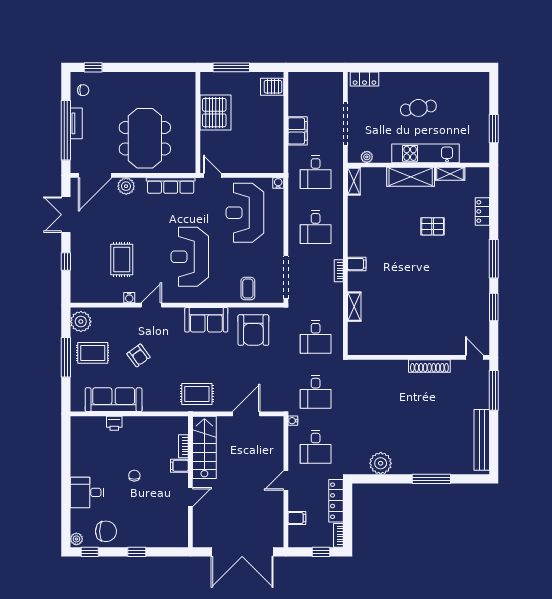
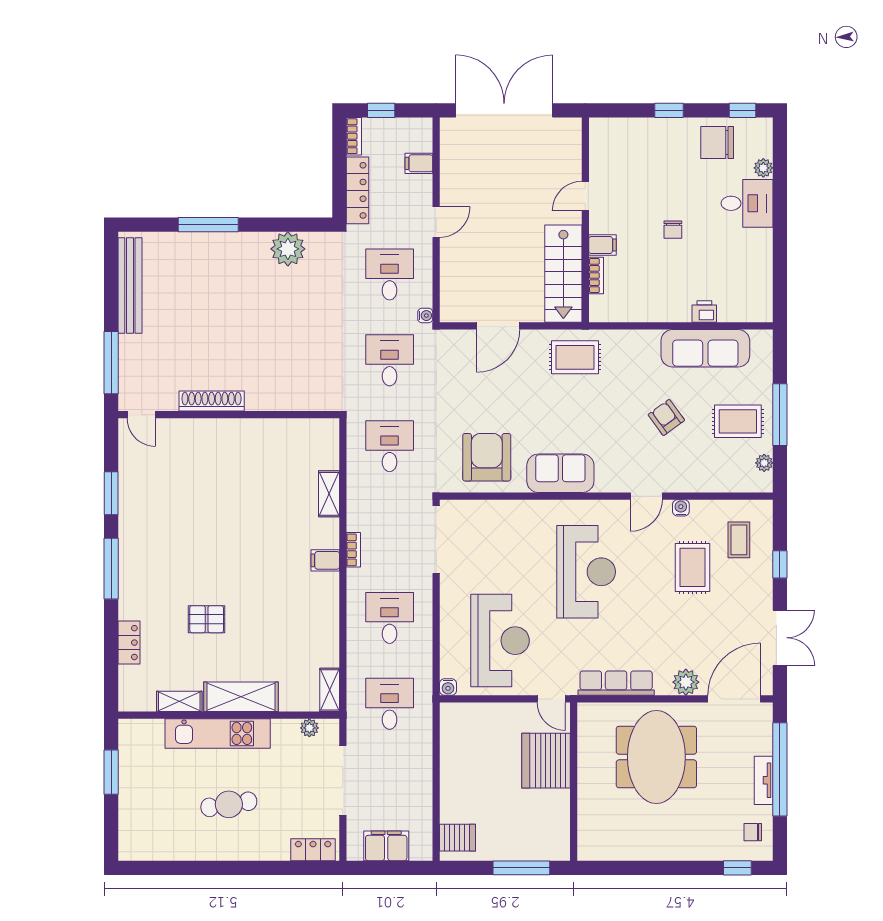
server rack: (215, 113) -> (546, 761), moved
filing cabinet: (298, 131) -> (386, 846), moved, turned 90
coffee table: (248, 289) -> (739, 540), moved
plant: (81, 322) -> (764, 463), width x0.53, depth x0.53
plant: (76, 539) -> (763, 168), moved

